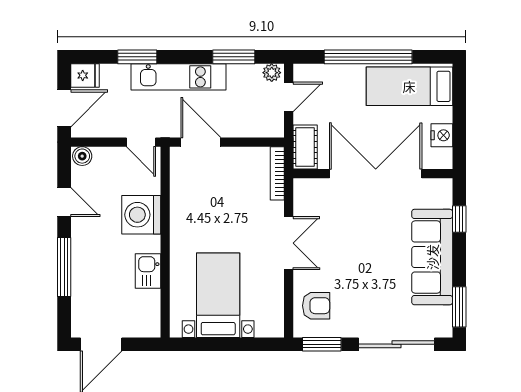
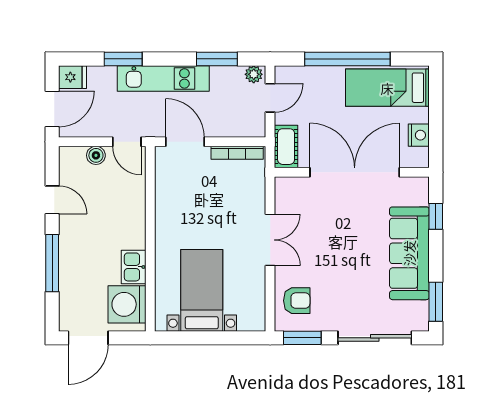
boiler: (82, 156) -> (96, 155), moved
bookcase: (277, 173) -> (237, 153), moved, turned -90
washing machine: (141, 215) -> (127, 304), moved

